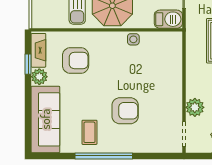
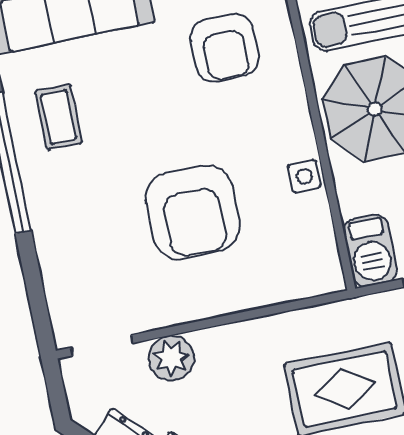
armchair: (125, 111) -> (193, 212), moved, width x1.36, depth x1.36
coffee table: (89, 132) -> (59, 117), turned 90

